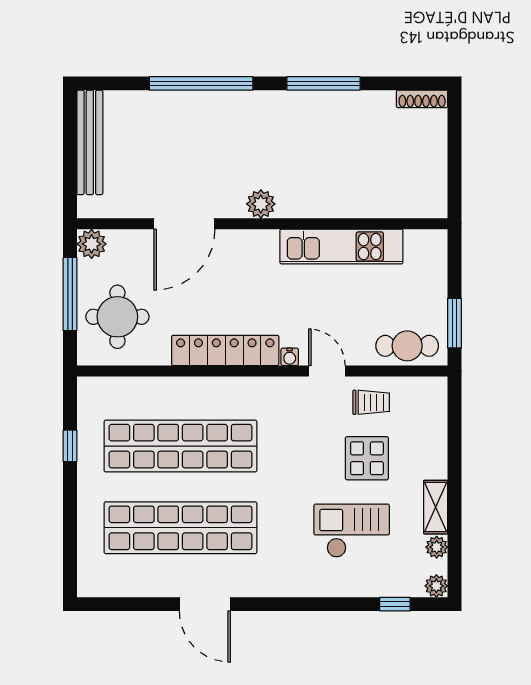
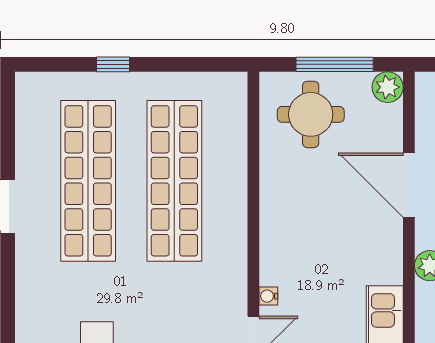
locker: (225, 350) -> (275, 228), removed
window: (70, 446) -> (113, 64), moved

